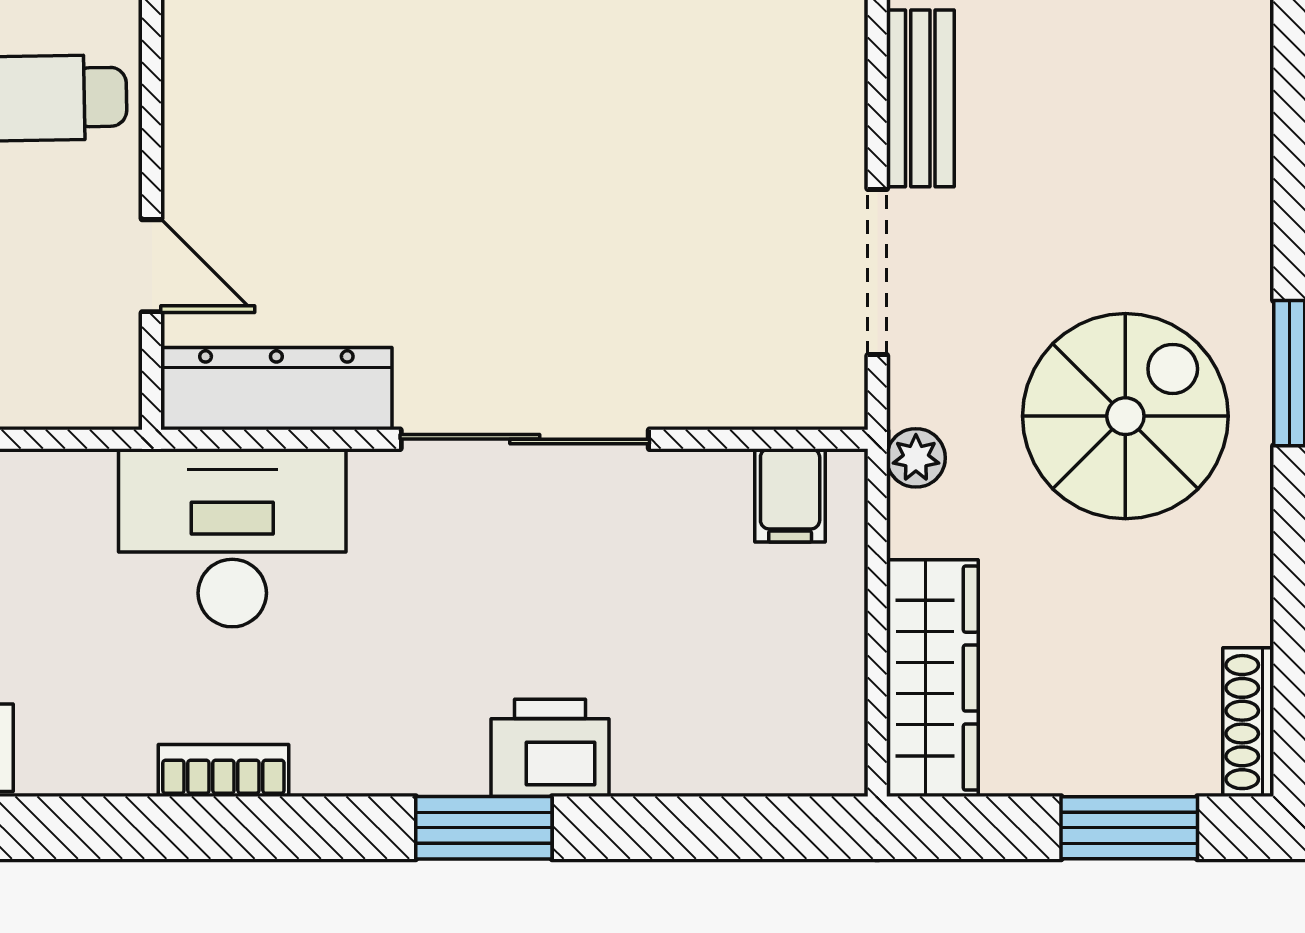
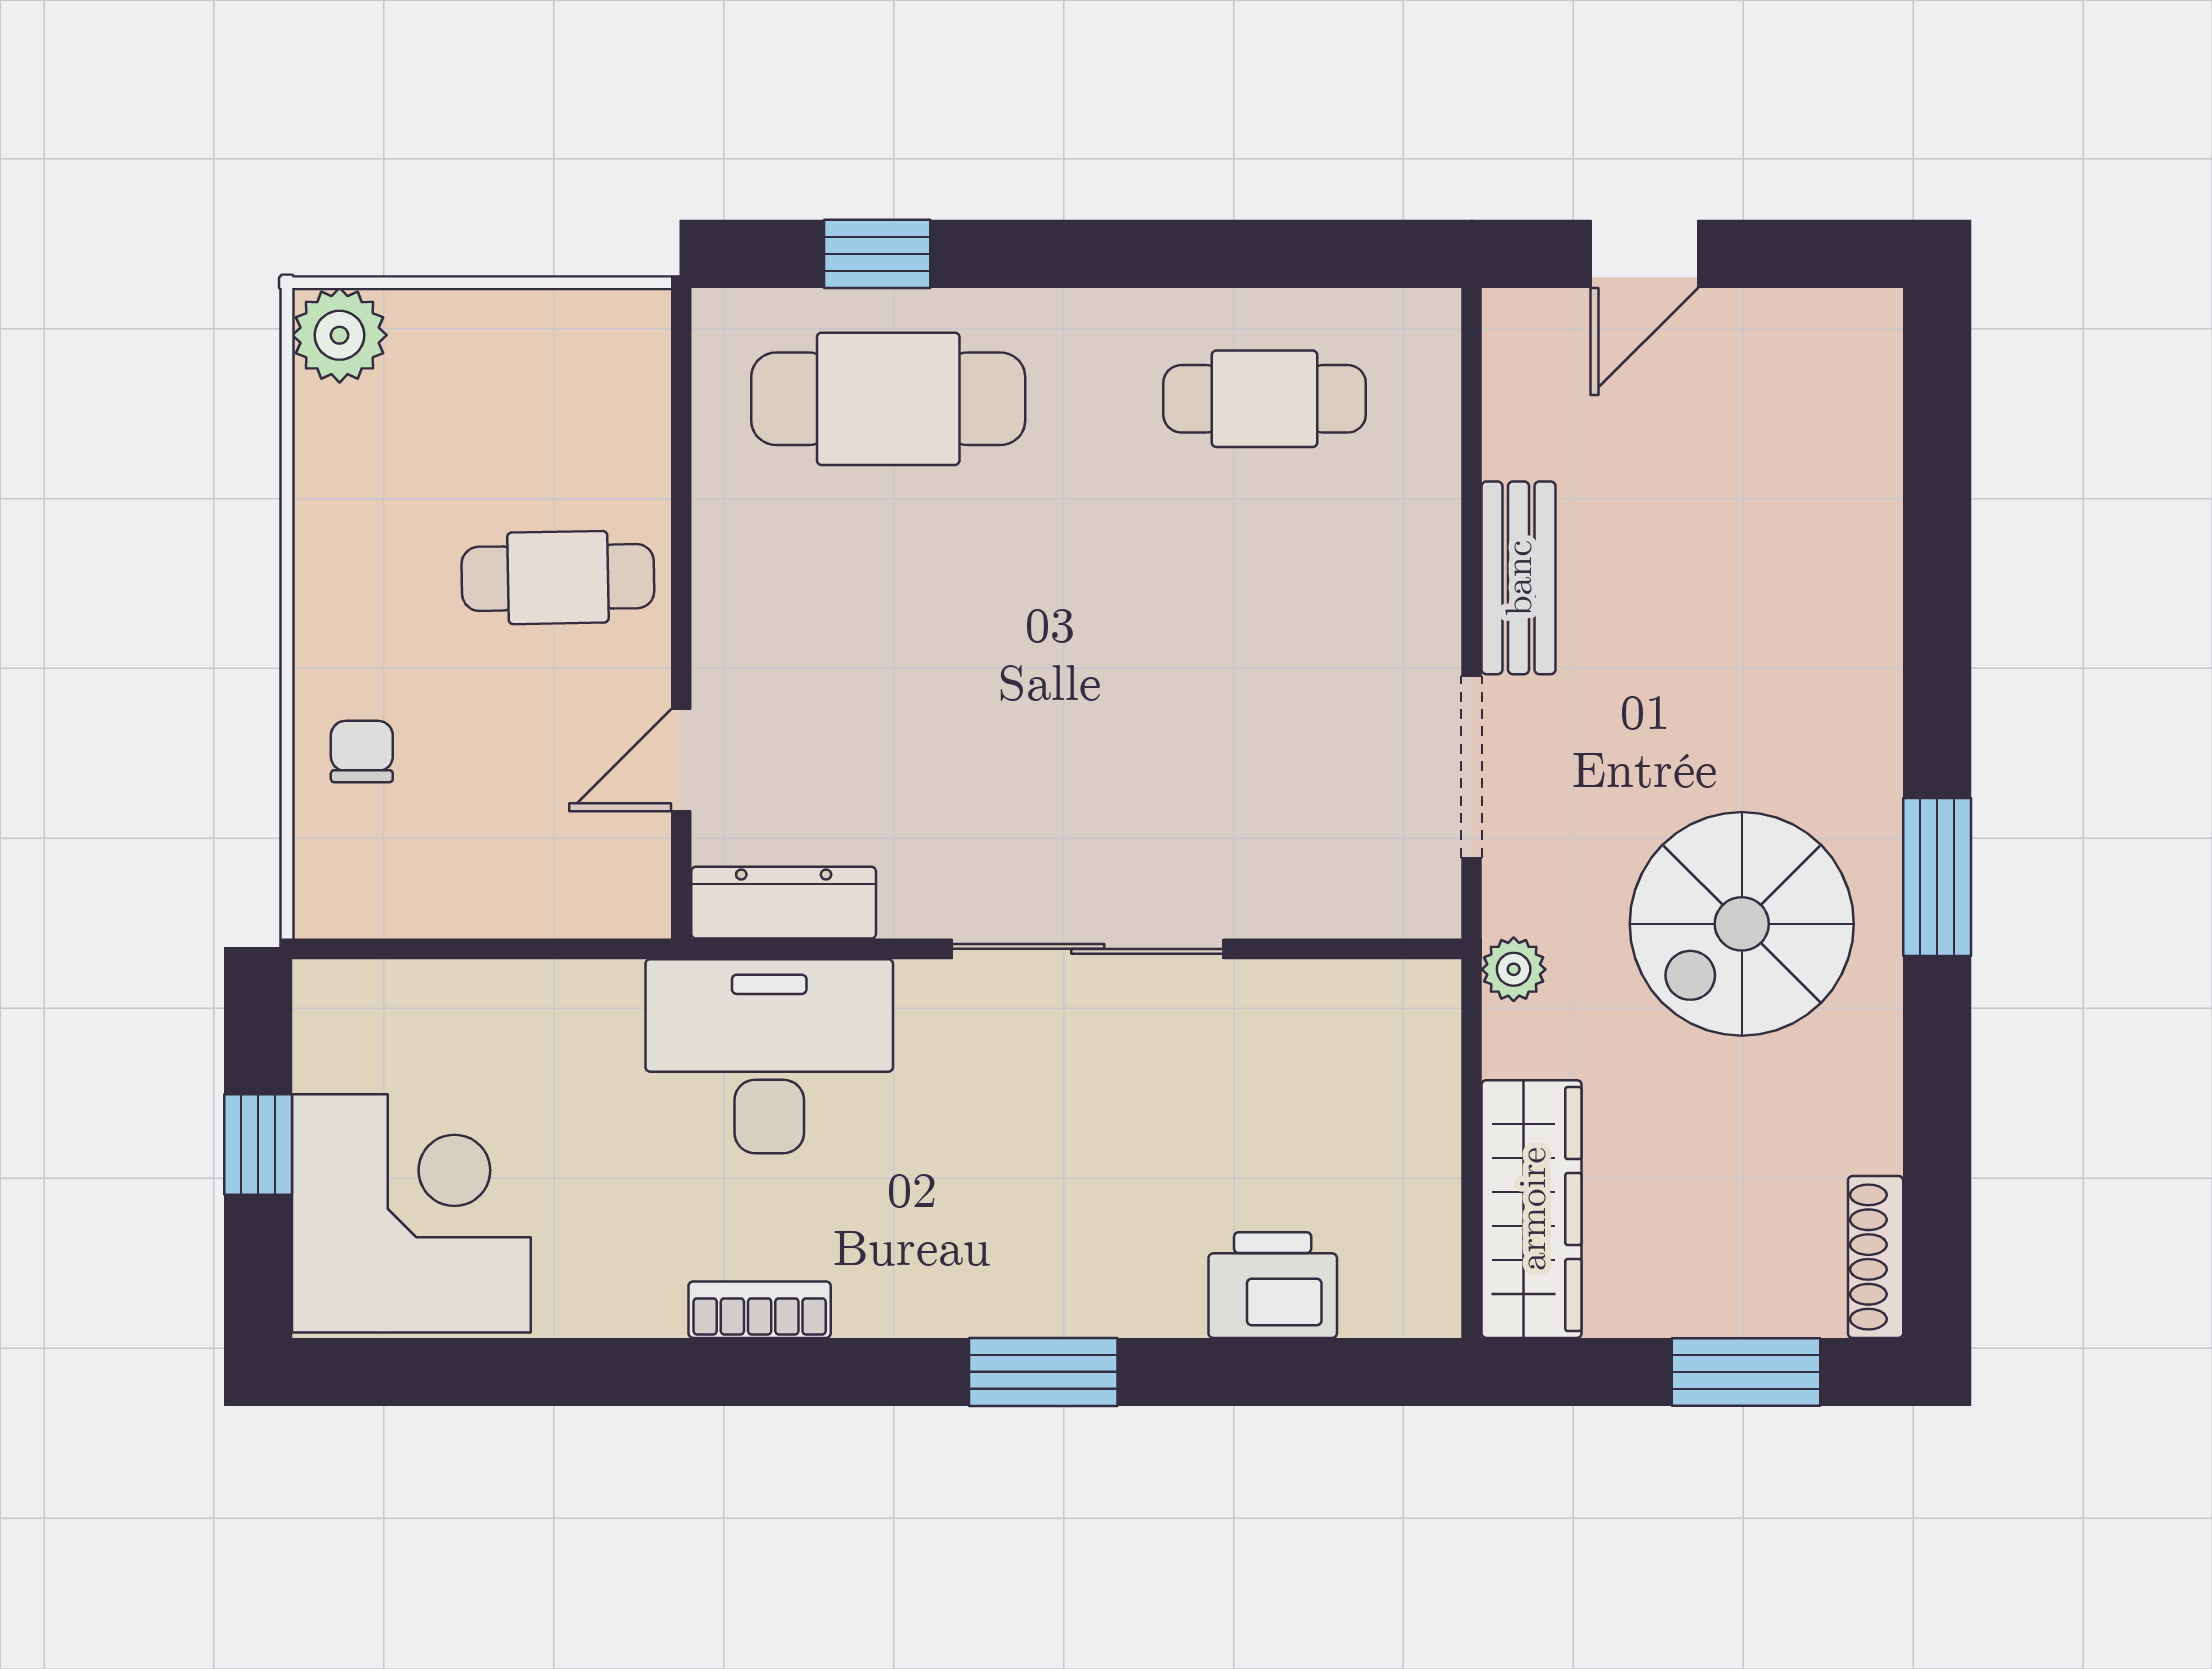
door: (152, 266) -> (681, 760), swing flipped
dresser: (276, 389) -> (784, 903), width x0.73, depth x0.80
spiral stairs: (1125, 416) -> (1742, 924), turned 180
filing cabinet: (790, 495) -> (1377, 1010), removed
printer: (550, 748) -> (1273, 1285), moved

